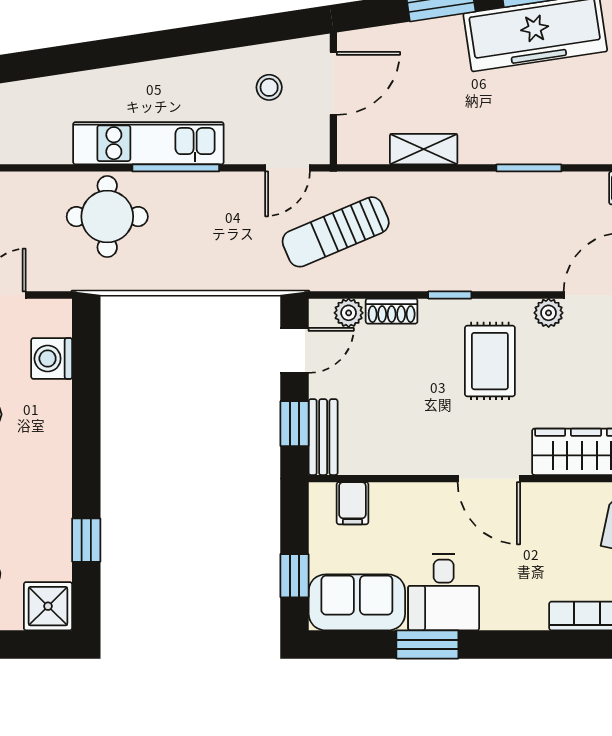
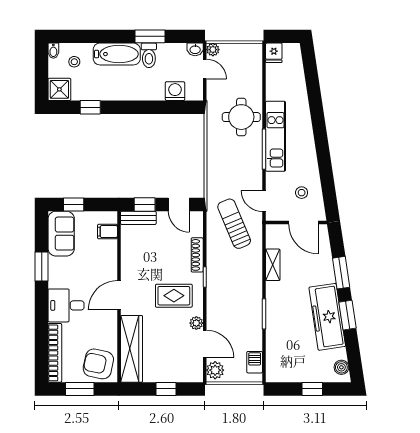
shoe rack: (392, 311) -> (197, 255), width x1.43
plant: (349, 313) -> (196, 230), removed
desk: (444, 592) -> (66, 305), moved

